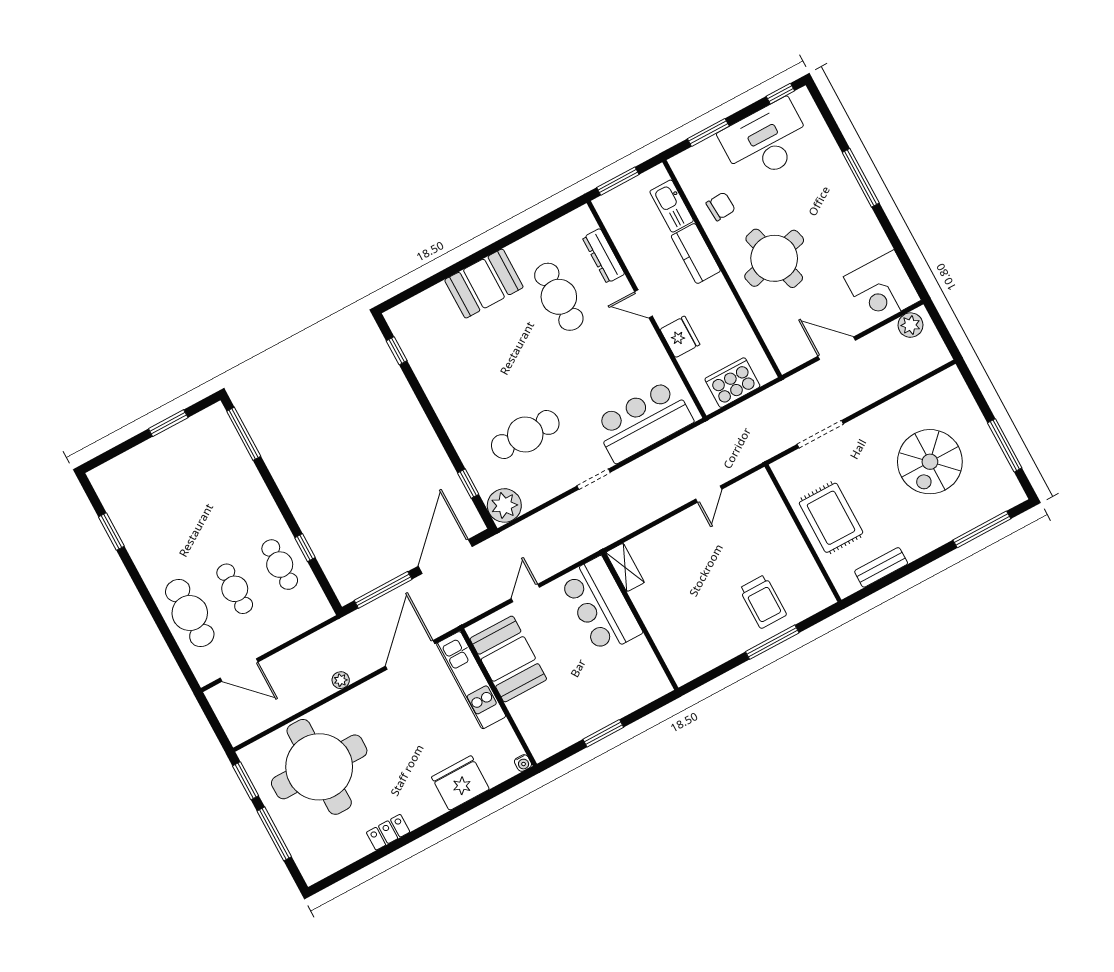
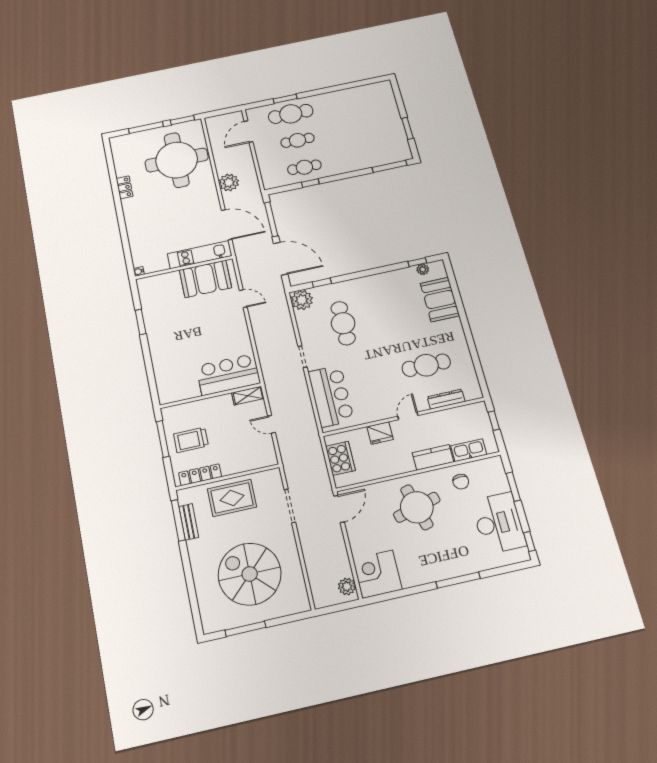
window: (618, 181) -> (494, 421), width x0.67
booth: (484, 284) -> (440, 300), moved
plant: (407, 340) -> (423, 269), added
door: (837, 348) -> (339, 509), moved
spiral stairs: (930, 462) -> (250, 574), width x1.37, depth x1.37
window: (982, 529) -> (178, 520), moved
window: (111, 531) -> (285, 99), moved
shelving: (625, 567) -> (248, 396), moved
locker: (810, 573) -> (200, 475), added
bar counter: (601, 605) -> (228, 375), moved
wall: (640, 621) -> (210, 396), moved
plant: (341, 680) -> (229, 183), width x1.88, depth x1.88
fridge: (460, 783) -> (139, 234), removed

